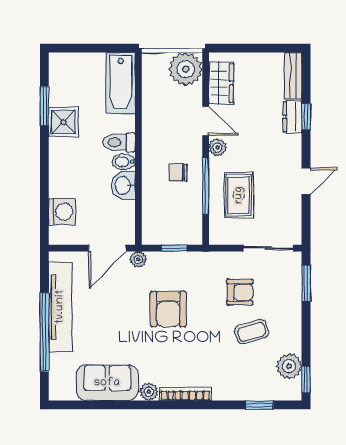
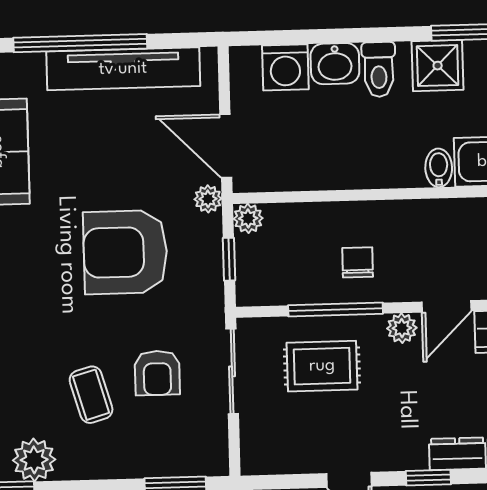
window: (306, 117) -> (428, 478), moved
toilet: (119, 142) -> (379, 69), moved, turned 180
bidet: (124, 162) -> (439, 168), moved
washbasin: (123, 185) -> (335, 64), moved, turned 180
plant: (150, 236) -> (248, 218), added
sliding door: (268, 248) -> (232, 371), moved
armchair: (168, 309) -> (125, 252), width x1.36, depth x1.36

